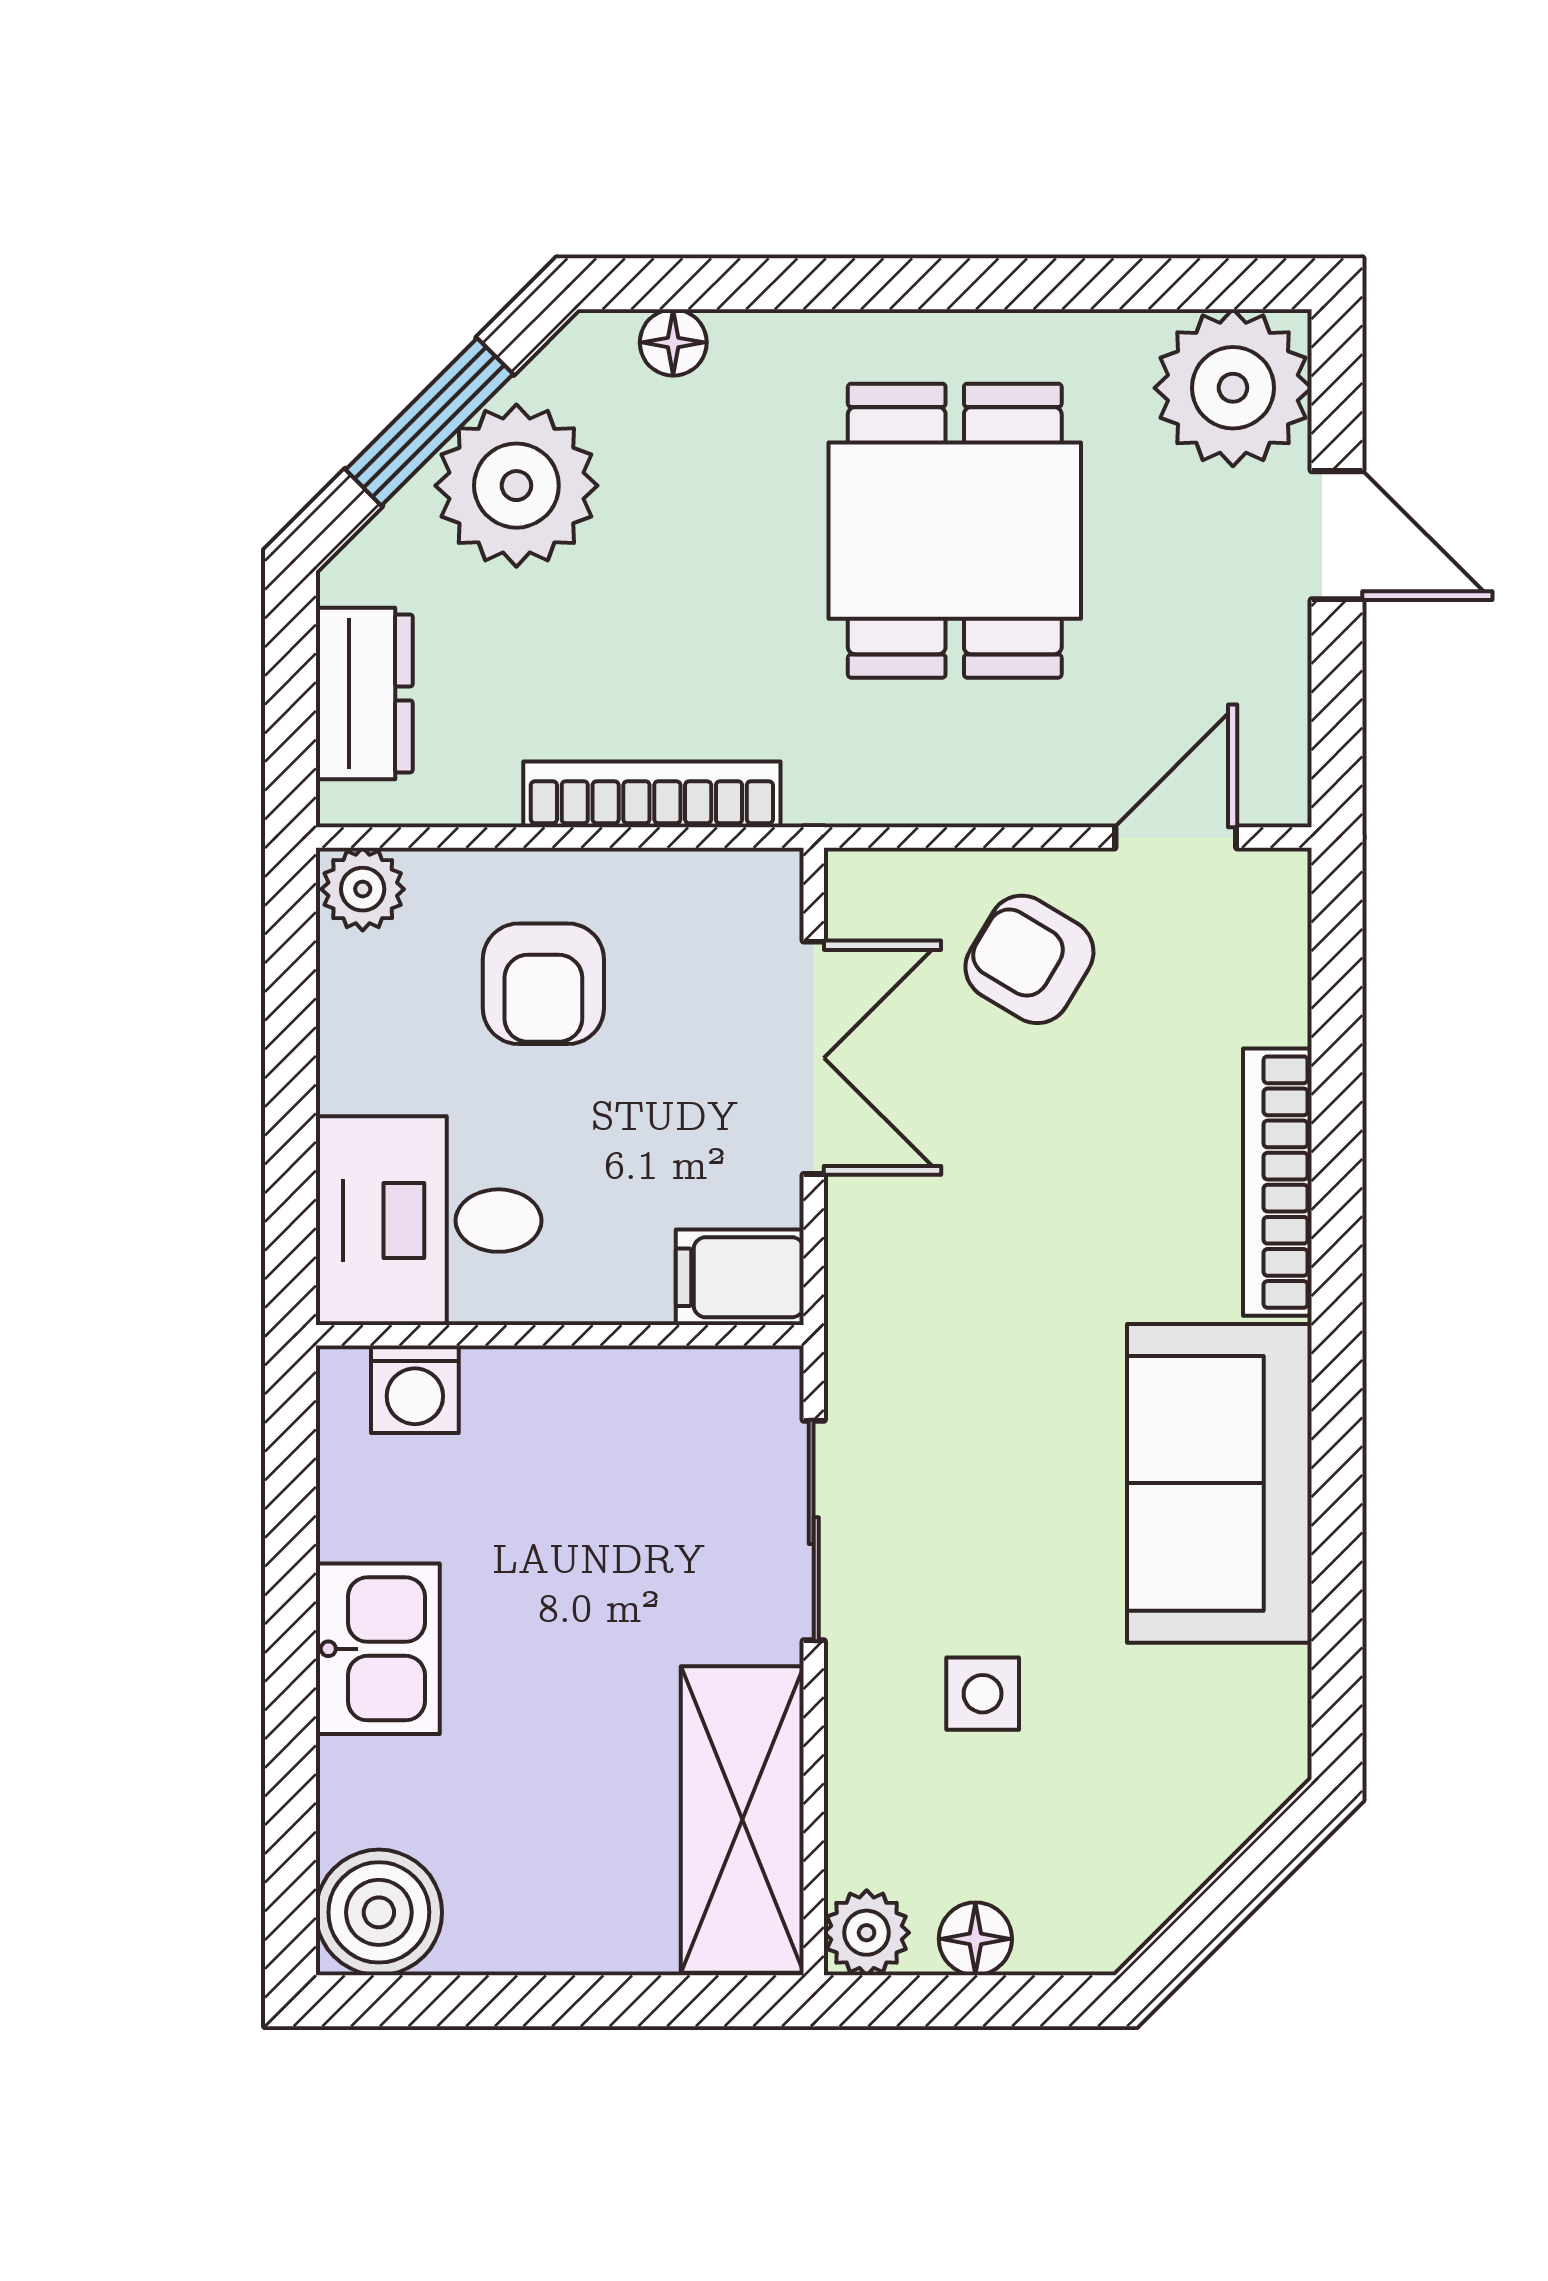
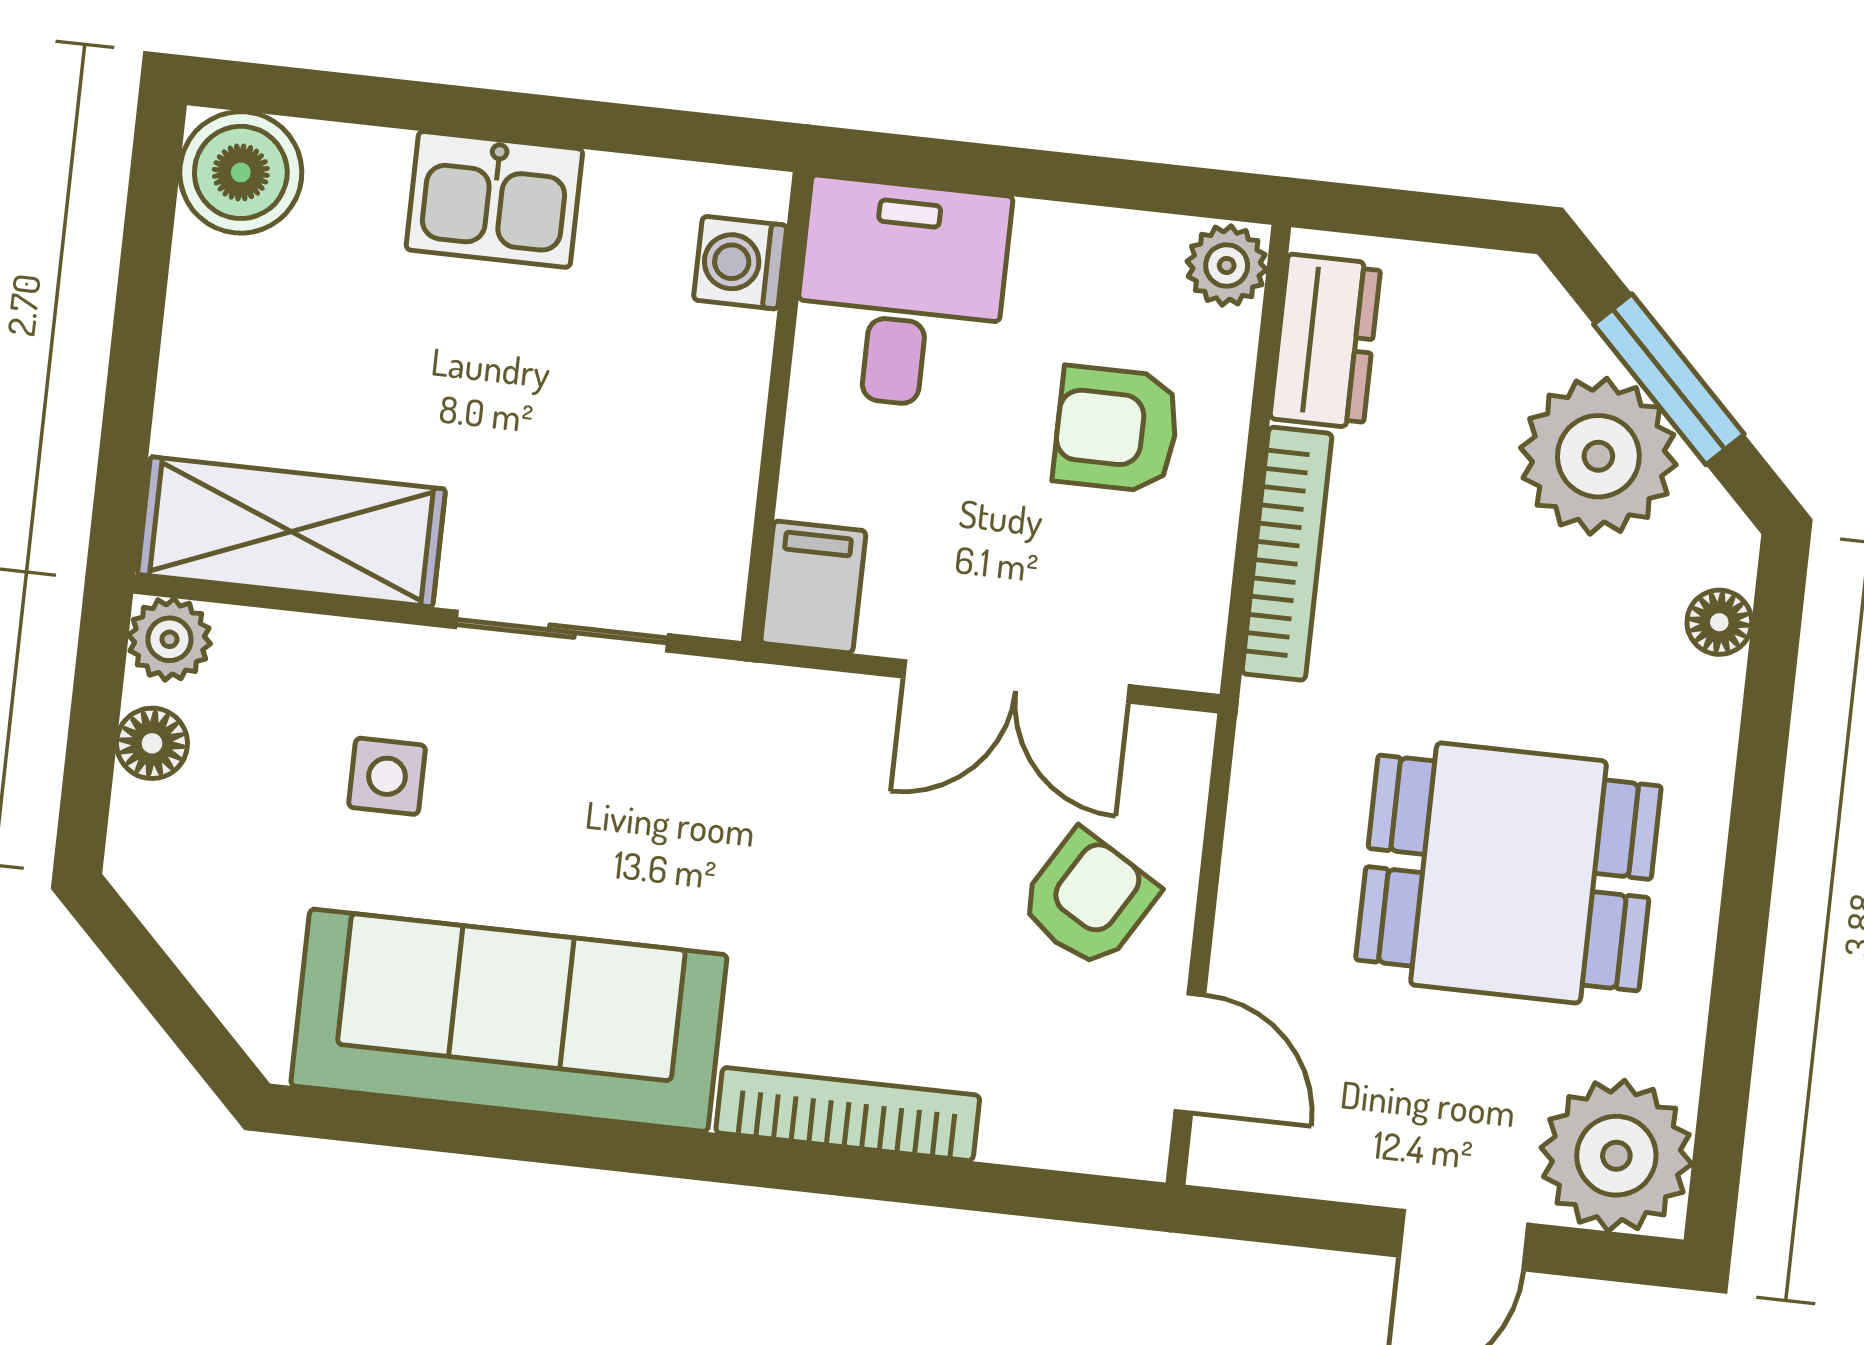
dresser: (364, 693) -> (1325, 341), moved, turned -90
sofa: (1219, 1483) -> (509, 1020), width x1.36

